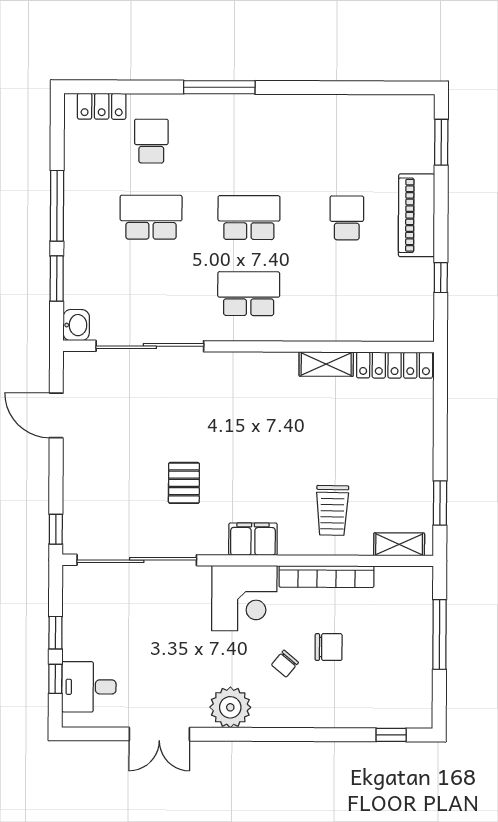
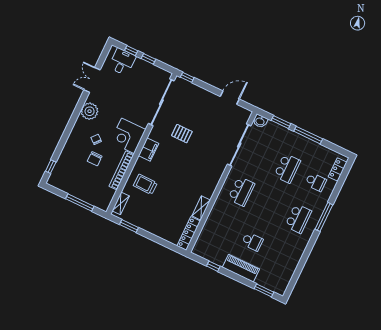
school desk: (249, 218) -> (298, 219), moved

